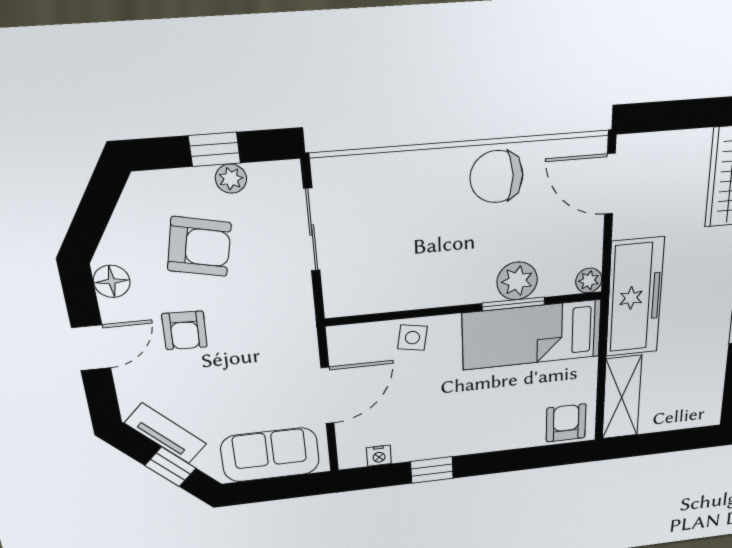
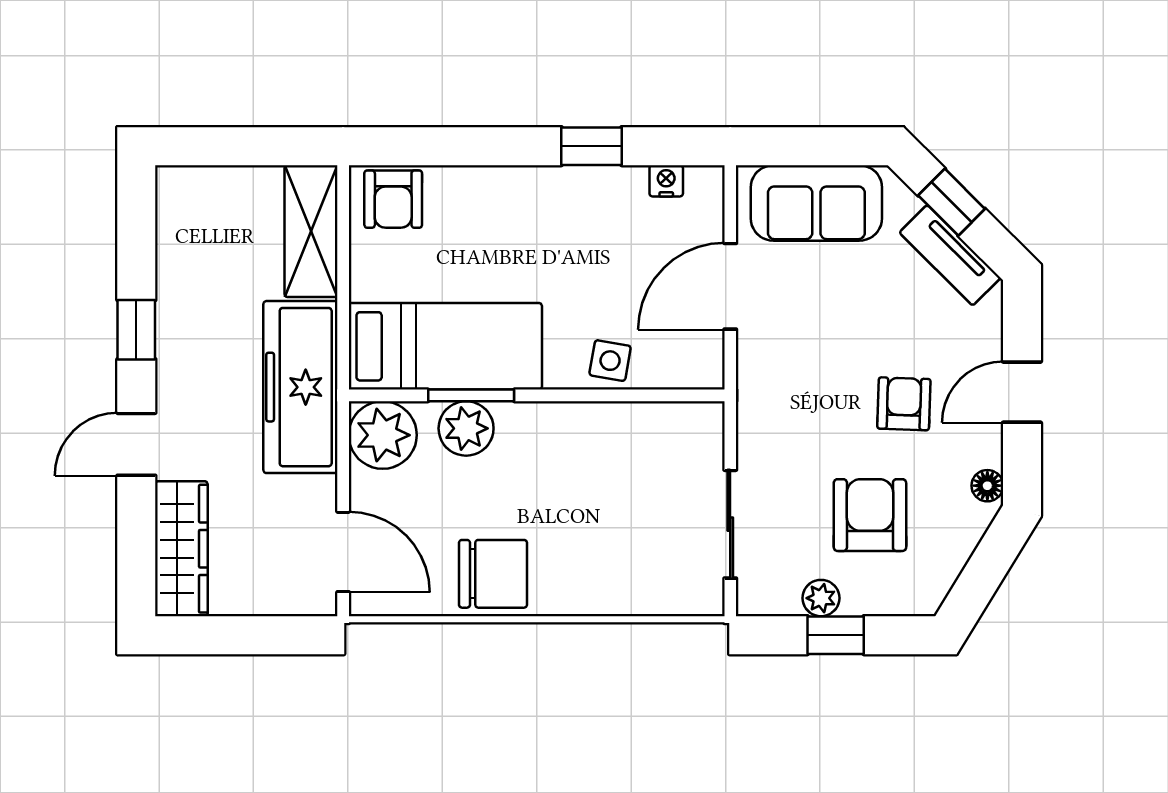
armchair: (199, 247) -> (870, 515), turned 78
plant: (589, 280) -> (383, 435), width x1.87, depth x1.87
floor lamp: (112, 281) -> (987, 486), width x0.73, depth x0.73

